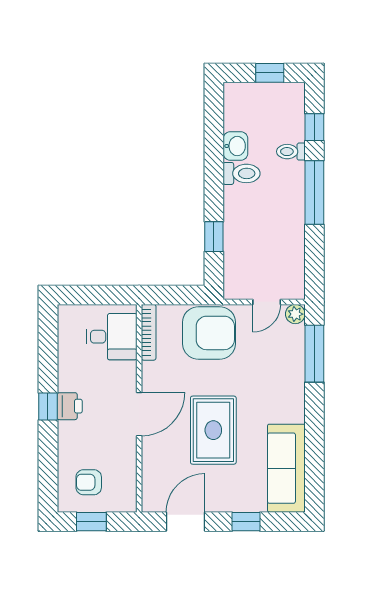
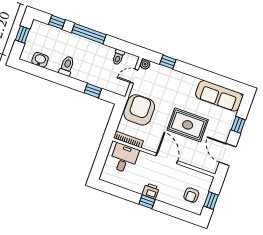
washbasin: (235, 146) -> (40, 60), moved
toilet: (291, 152) -> (118, 57), moved
door: (267, 302) -> (134, 76), swing flipped
window: (314, 354) -> (168, 62), width x0.46

